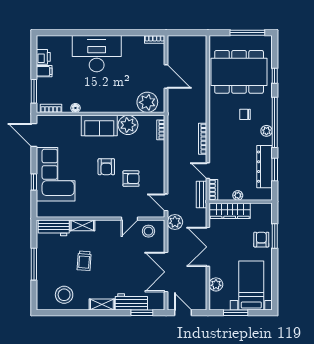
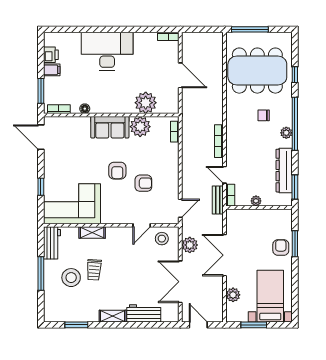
window: (247, 33) -> (250, 29), moved
plant: (147, 102) -> (146, 103), moved
window: (275, 169) -> (295, 187), moved
corner sofa: (56, 174) -> (72, 204), moved, turned -90
door: (166, 202) -> (180, 208), swing flipped
wardrobe: (230, 211) -> (247, 217), removed
plant: (175, 222) -> (190, 245), moved
workbench: (54, 228) -> (52, 243), moved, turned -90
stool: (64, 295) -> (71, 278), moved
window: (142, 313) -> (76, 325), moved

